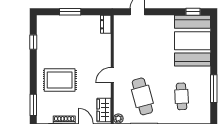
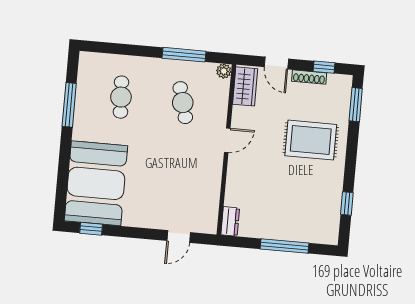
window: (70, 12) -> (285, 246), width x1.44
cafe table: (142, 96) -> (183, 103), width x0.73, depth x0.74

